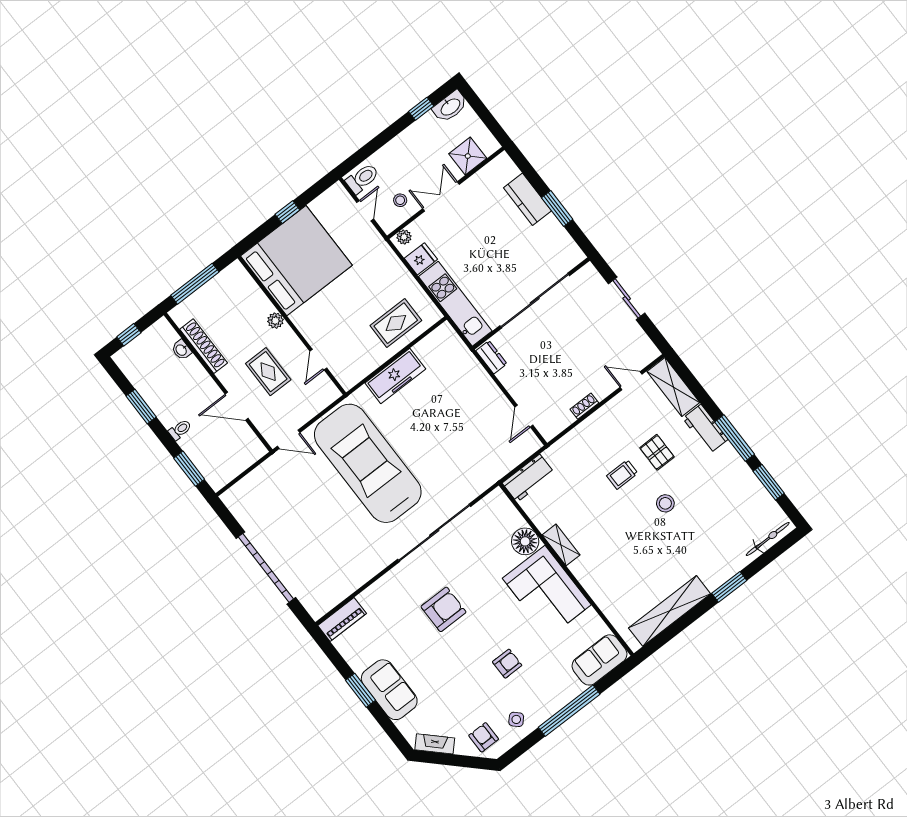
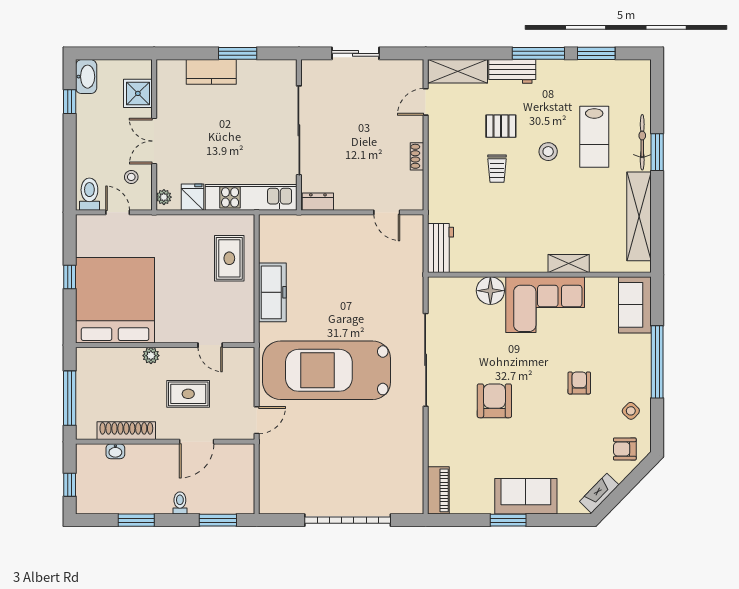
lab bench: (704, 530) -> (594, 137), added
bicycle: (768, 539) -> (642, 142), moved
shelving: (561, 545) -> (569, 264), moved

